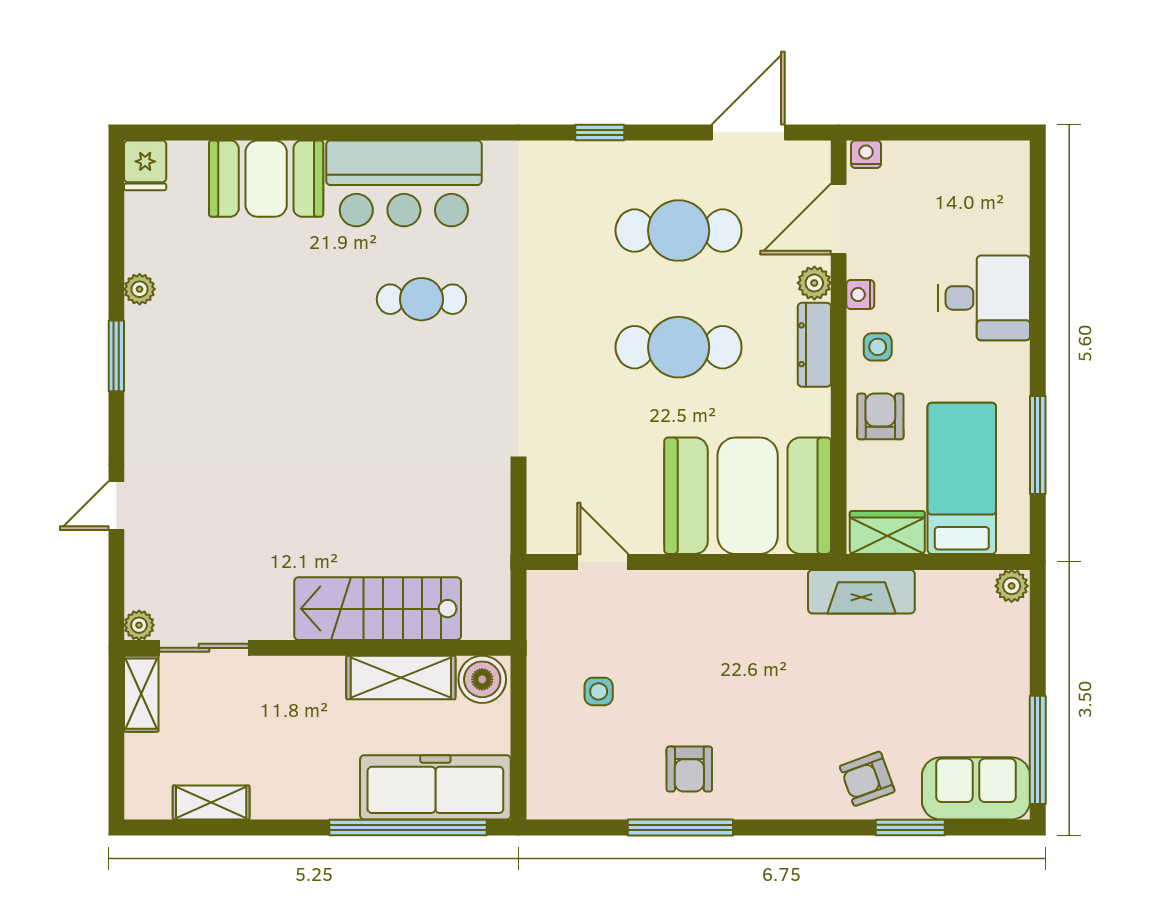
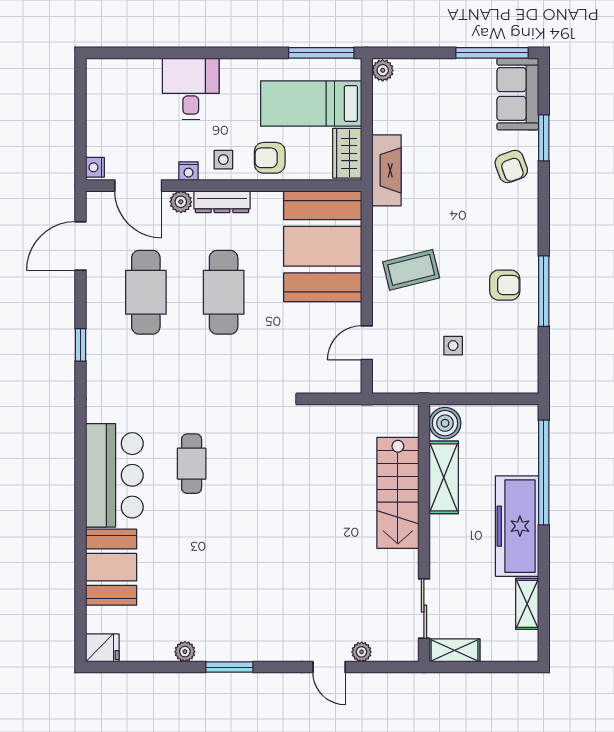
door: (748, 132) -> (80, 246), hinge flipped
window: (1038, 445) -> (321, 53), moved
plant: (139, 625) -> (362, 652), moved
coffee table: (712, 629) -> (411, 270), added
freezer: (435, 787) -> (517, 526), moved

